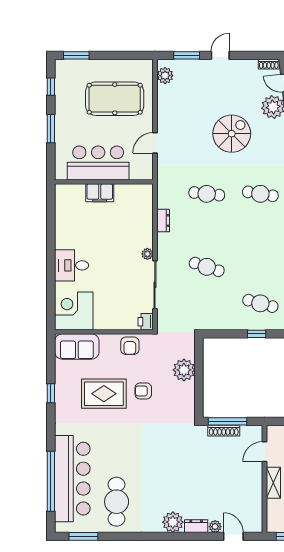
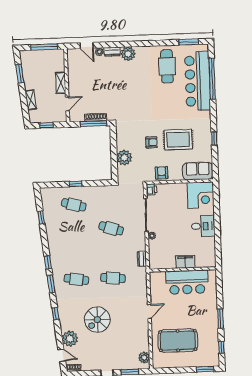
bar counter: (98, 163) -> (187, 282), moved
wall: (104, 182) -> (183, 269), moved
filing cabinet: (100, 193) -> (185, 262), moved

